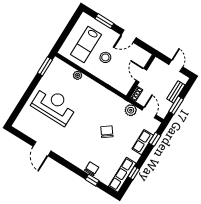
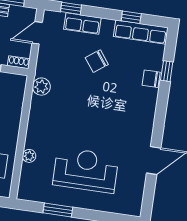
window: (45, 66) -> (58, 210), moved
reception desk: (54, 105) -> (86, 170), turned 90
plant: (131, 110) -> (41, 87), moved
chair: (107, 132) -> (97, 61), moved

